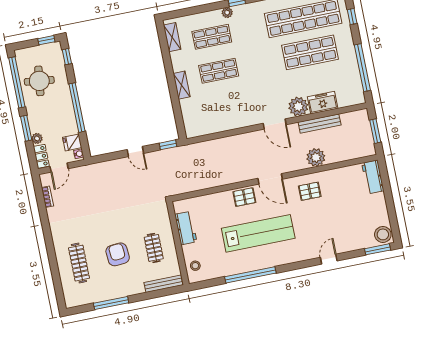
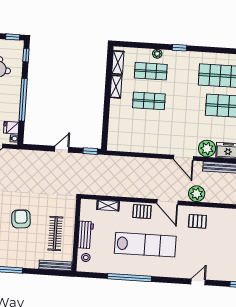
plant: (227, 13) -> (157, 54), moved
shelving: (182, 85) -> (116, 87), moved
door: (135, 151) -> (62, 149), swing flipped
plant: (316, 157) -> (197, 194), moved
shelving: (205, 201) -> (108, 205), added
workbench: (186, 228) -> (86, 235), moved
clothes rail: (154, 248) -> (55, 233), width x1.36
armchair: (118, 254) -> (21, 219), moved

